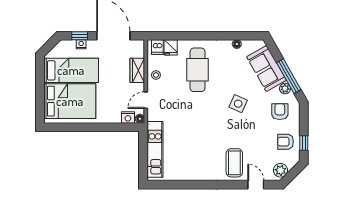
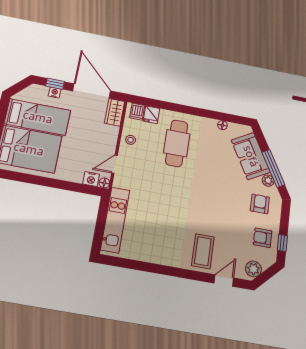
wardrobe: (137, 70) -> (115, 112), moved
side table: (238, 104) -> (216, 187), removed
door: (256, 185) -> (224, 280), hinge flipped

